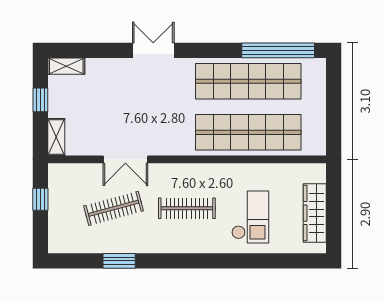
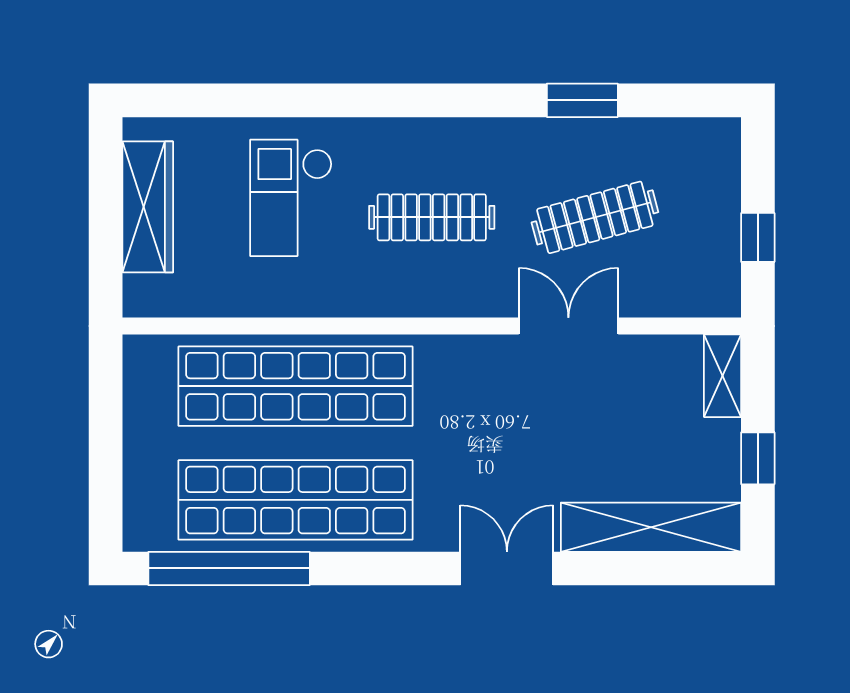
double door: (153, 50) -> (507, 568), swing flipped
shelving: (66, 66) -> (651, 527), width x2.20, depth x1.33

